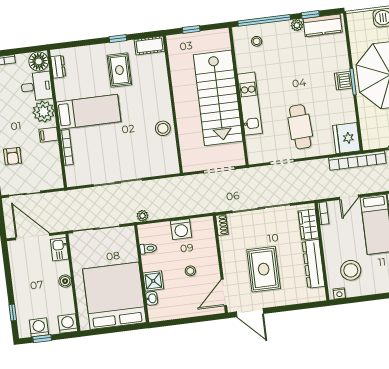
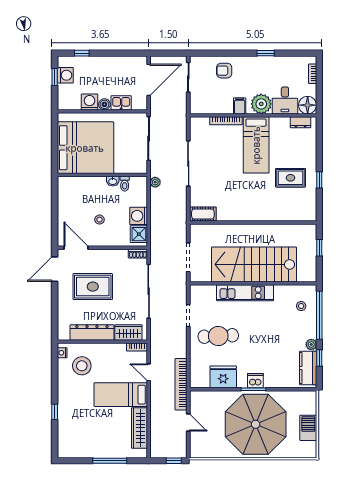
cot: (149, 45) -> (203, 214), moved, turned 90
stool: (163, 128) -> (232, 211), removed
fridge: (346, 138) -> (223, 377), moved
kitchen sink: (59, 249) -> (121, 103), moved
shower: (153, 281) -> (139, 234), moved
washbasin: (152, 298) -> (113, 181), moved
washing machine: (68, 324) -> (90, 102), moved, turned -90

